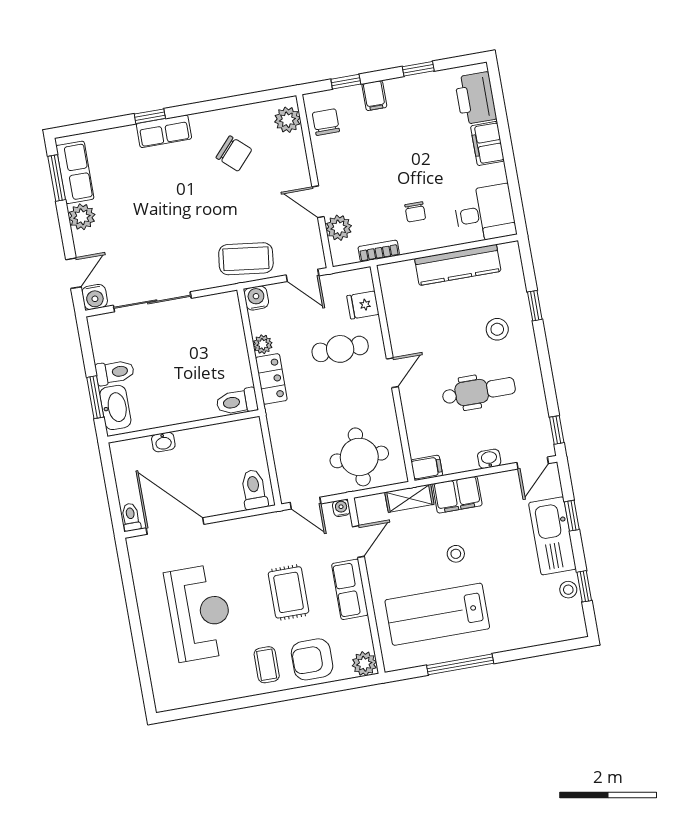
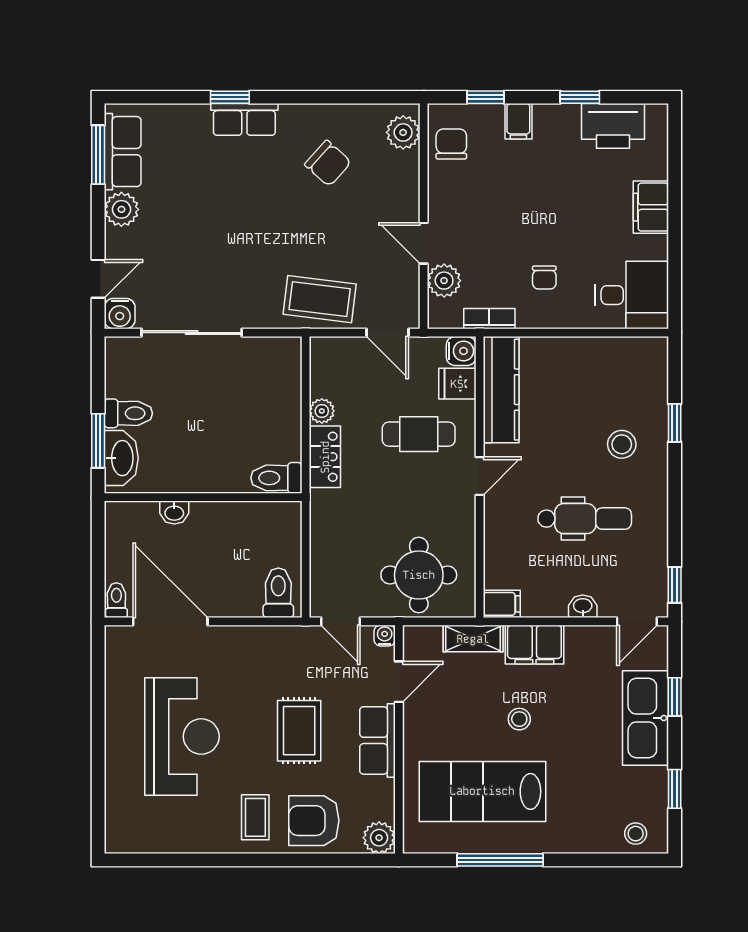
printer: (475, 98) -> (613, 126), moved, turned -90
kitchen counter: (458, 265) -> (501, 390), moved, turned -90
water cooler: (256, 298) -> (461, 351), moved, turned 90
stool: (568, 590) -> (636, 834), moved

